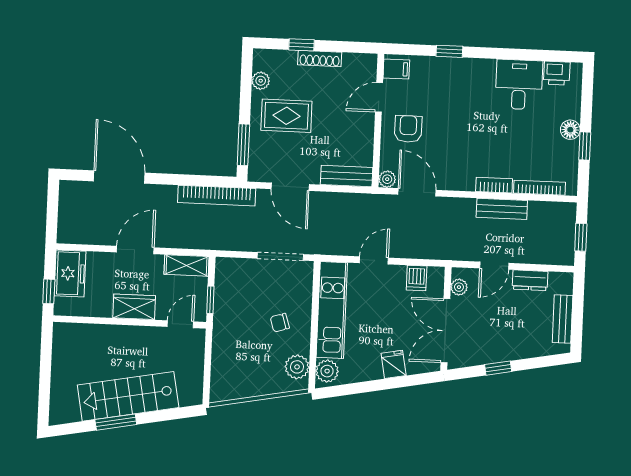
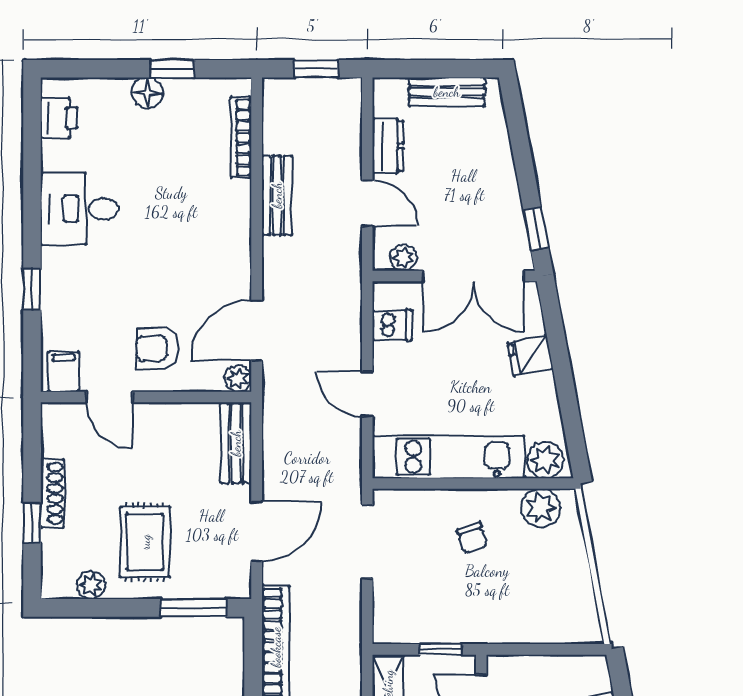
desk: (519, 85) -> (79, 209), moved
bookcase: (494, 185) -> (240, 209), removed
window: (498, 368) -> (536, 229), moved

